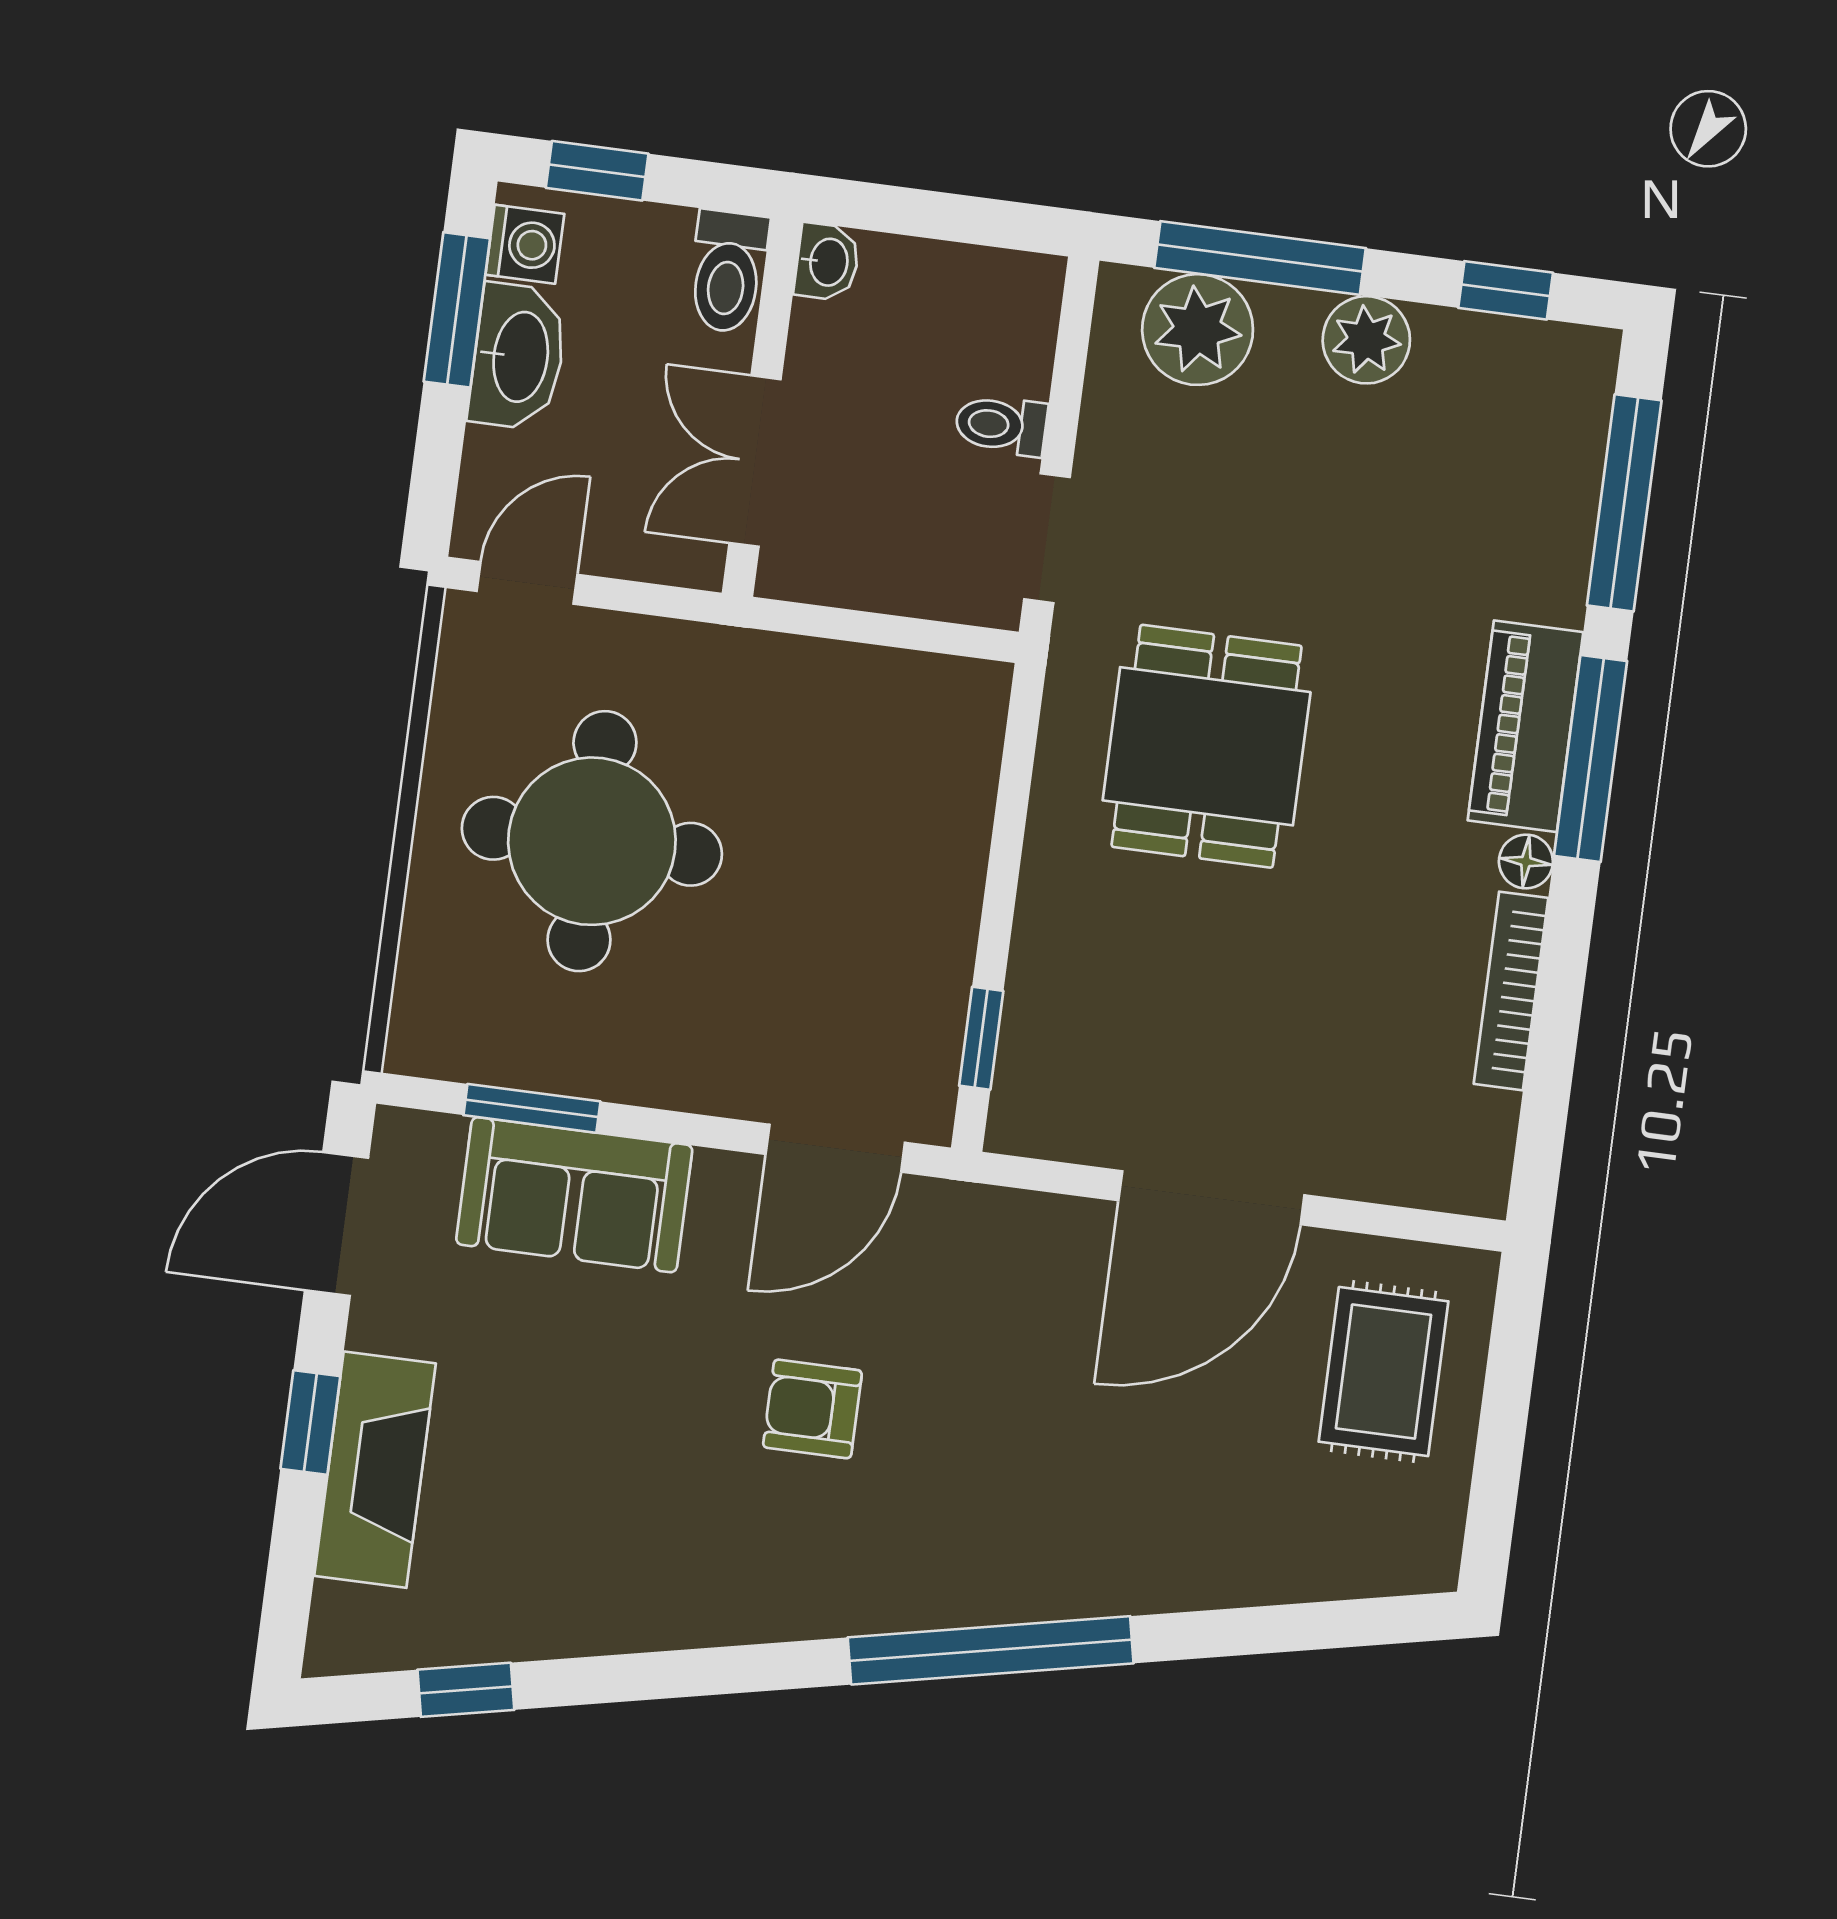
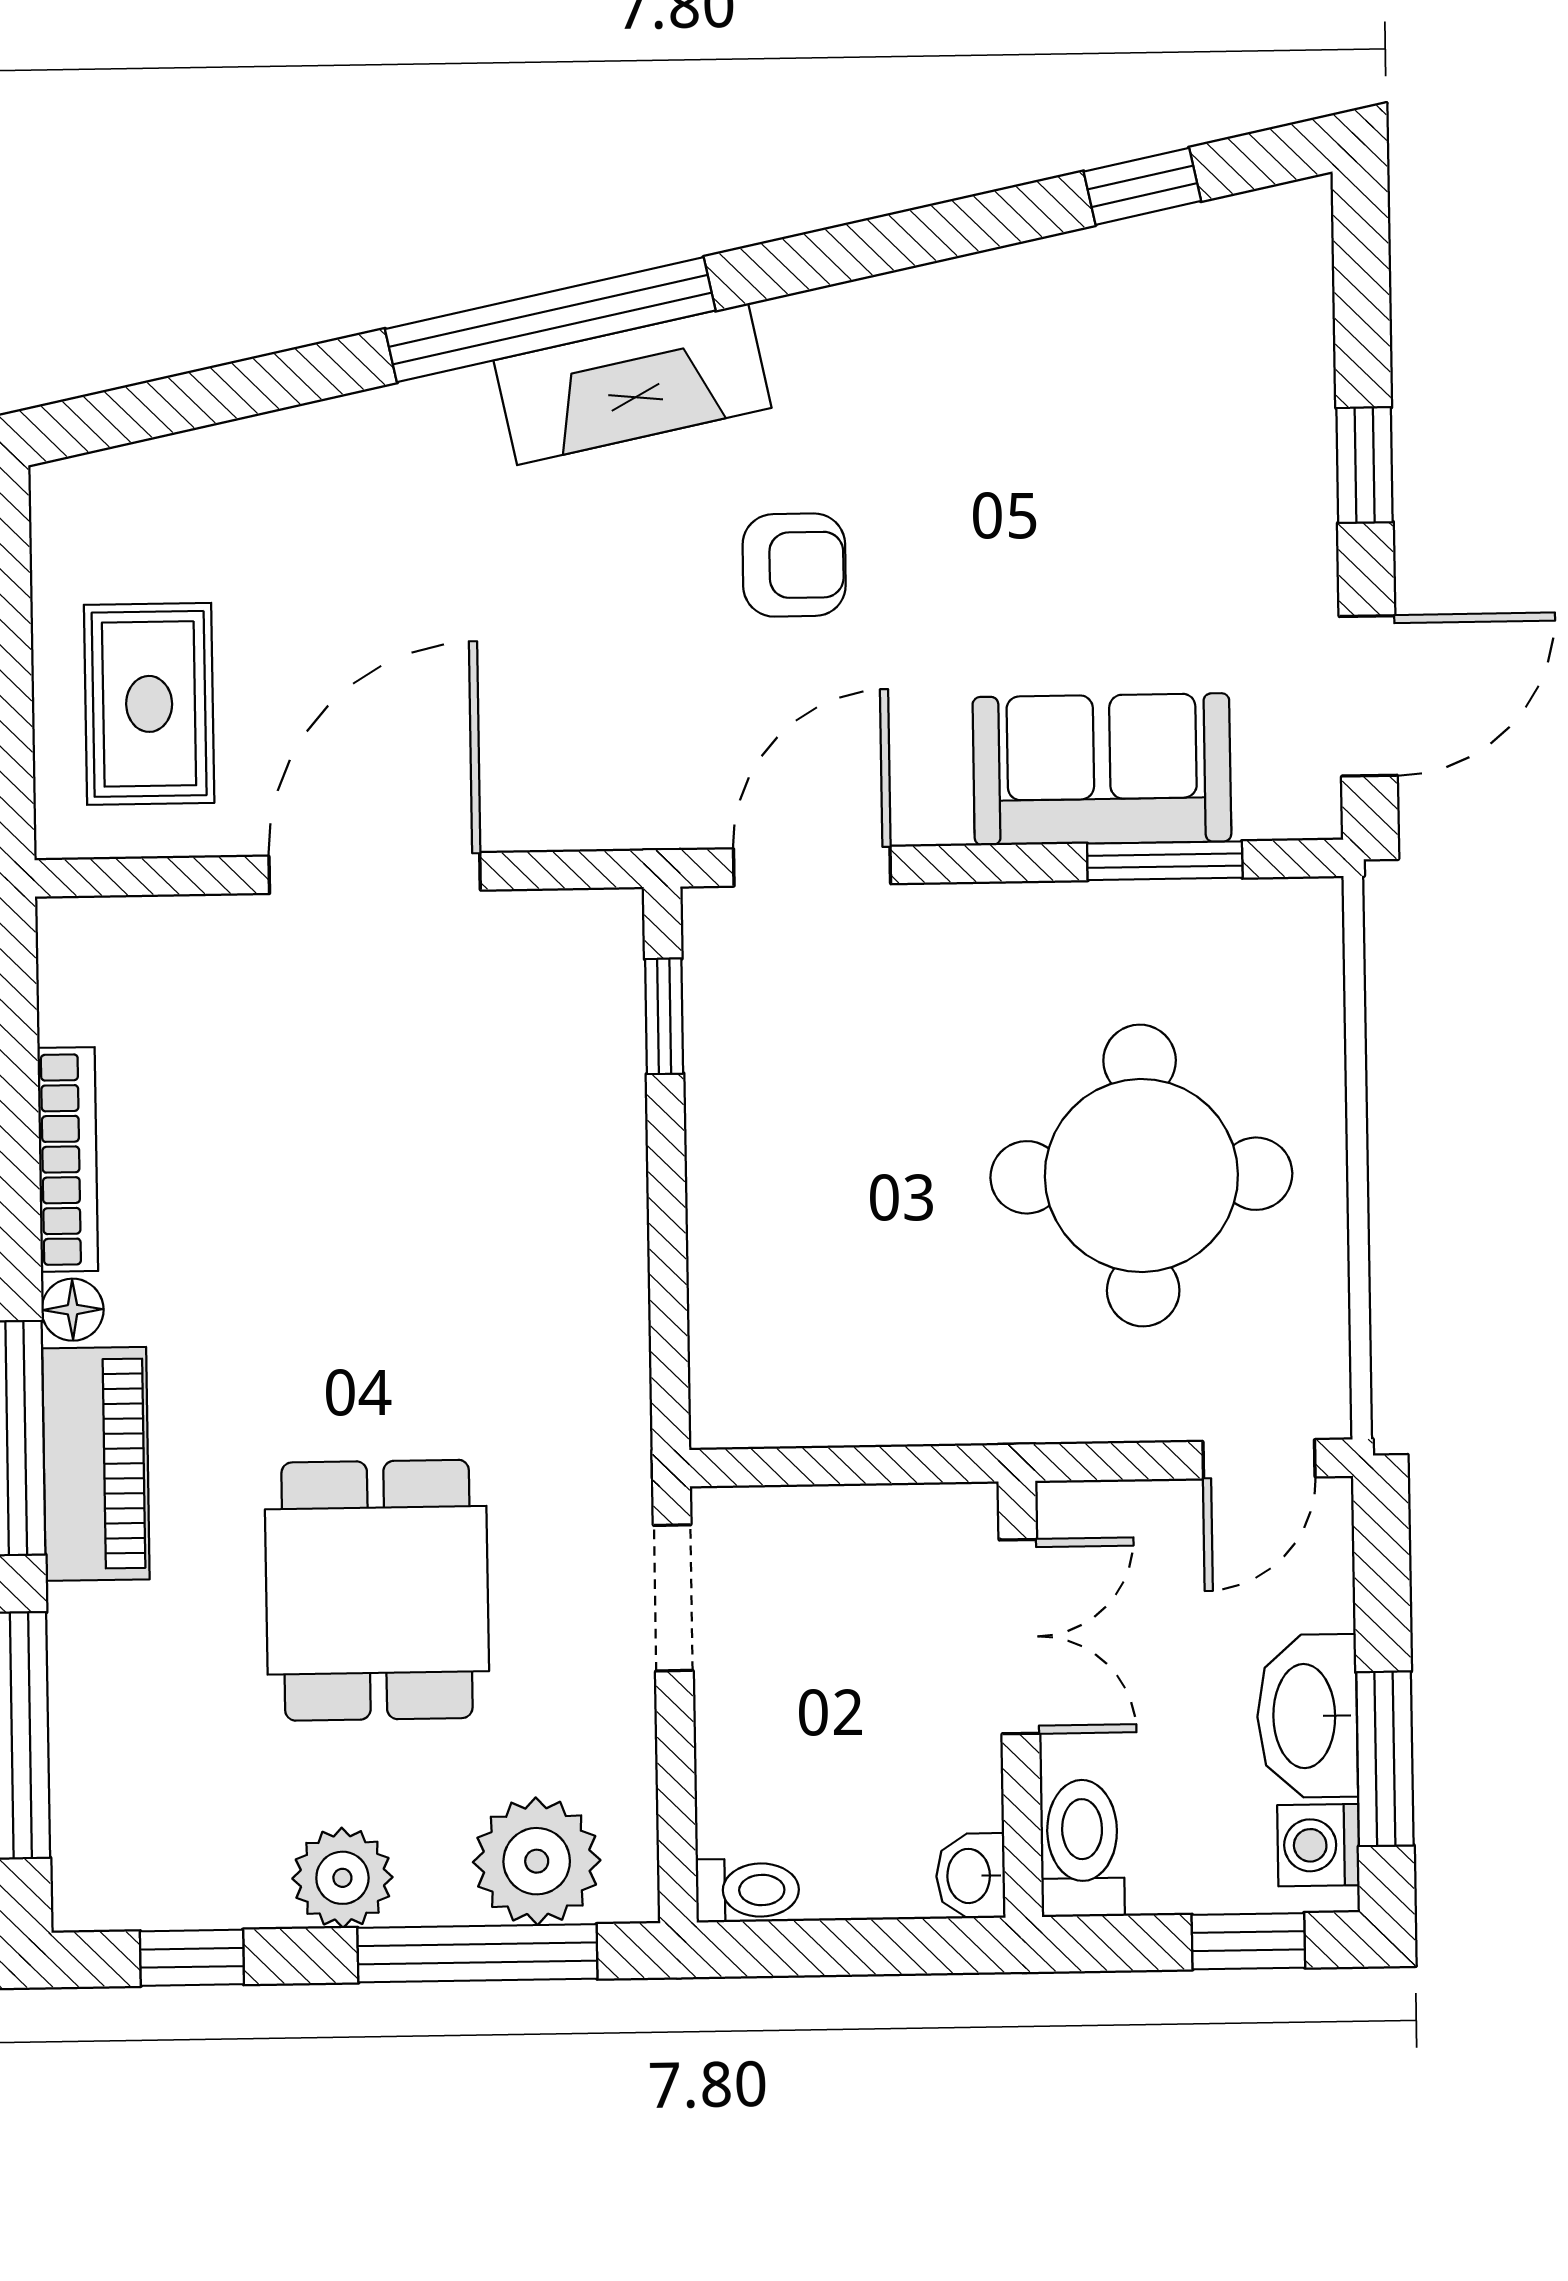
toilet: (1001, 425) -> (747, 1890), moved
dining table: (1207, 746) -> (377, 1590), moved
fireplace: (375, 1470) -> (633, 384), moved, turned -102

